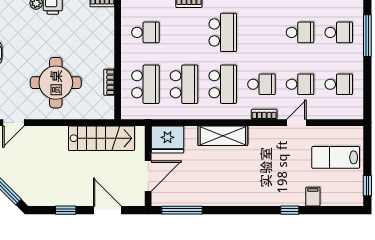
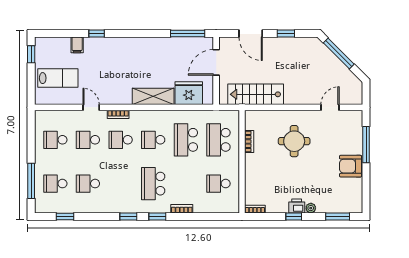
round table: (56, 83) -> (294, 141), width x0.73, depth x0.73
school desk: (223, 84) -> (153, 140), width x0.54
door: (296, 123) -> (91, 107), swing flipped
fridge: (168, 139) -> (189, 93), moved

